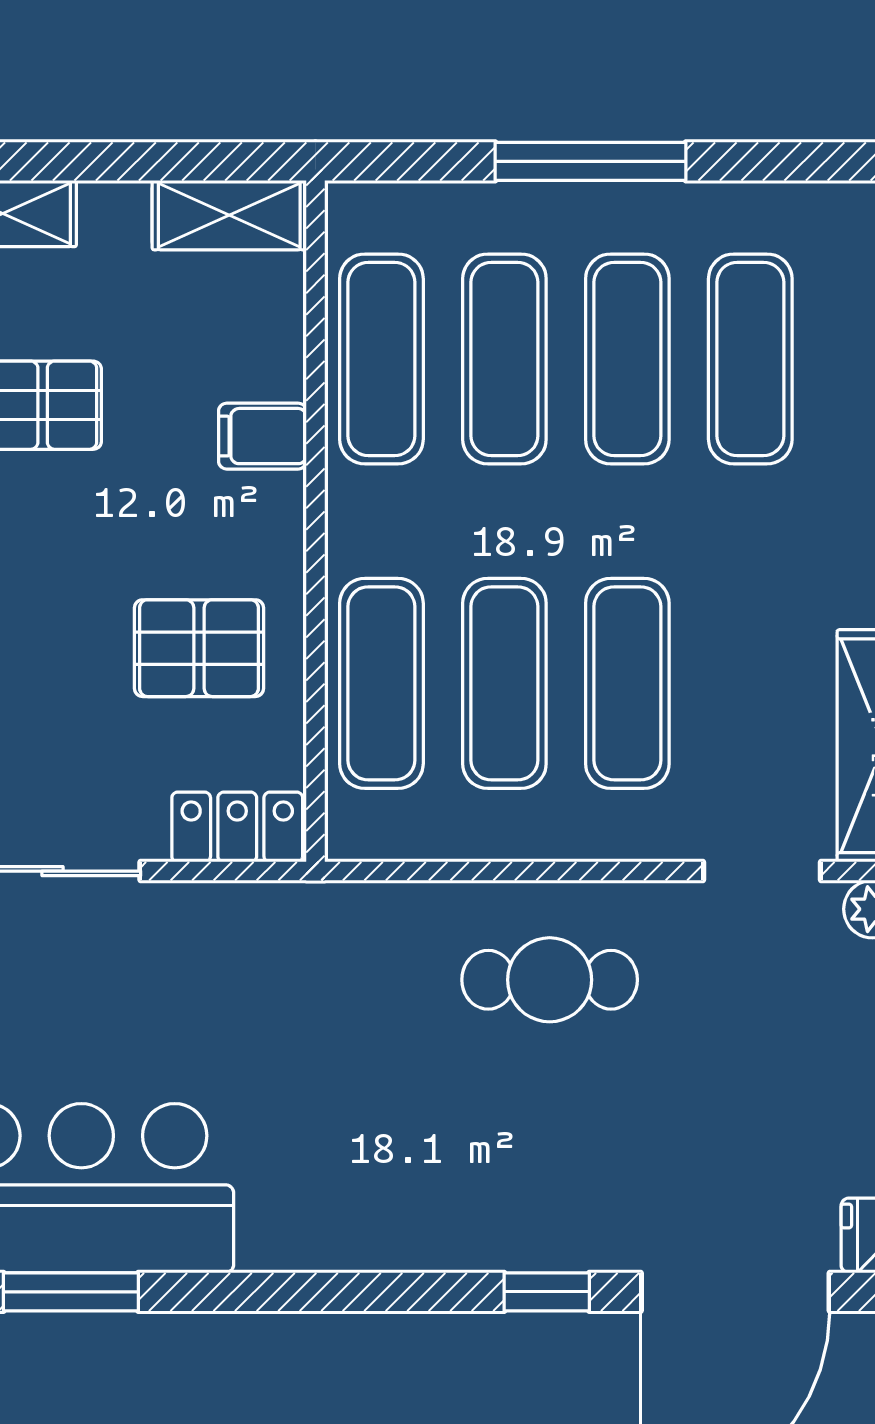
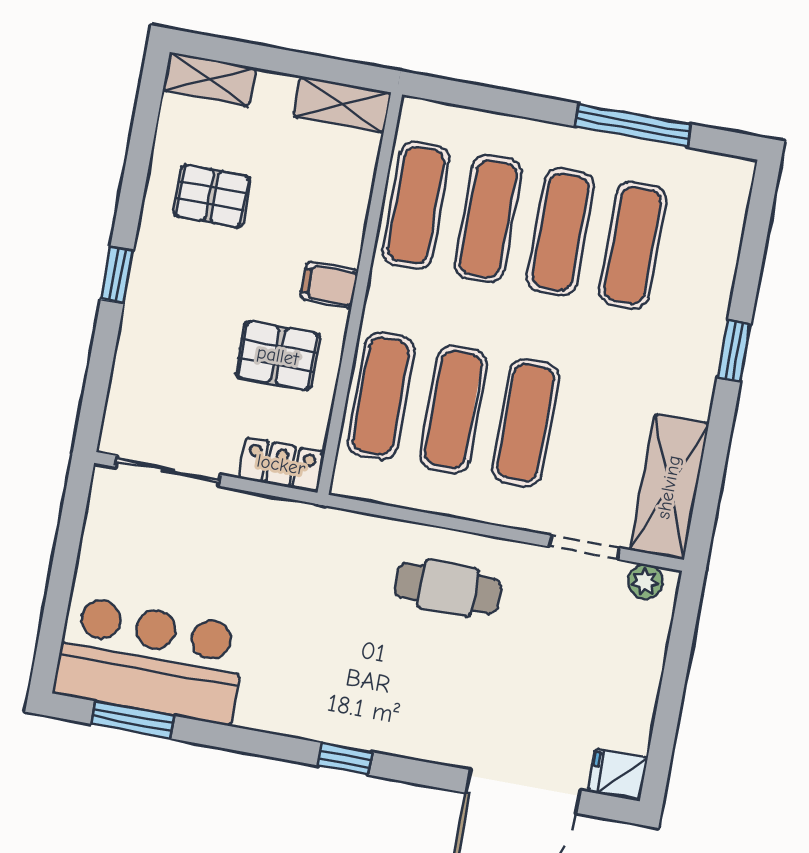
window: (591, 161) -> (633, 125), moved
filing cabinet: (262, 436) -> (329, 285), moved
window: (547, 1292) -> (345, 759), moved

